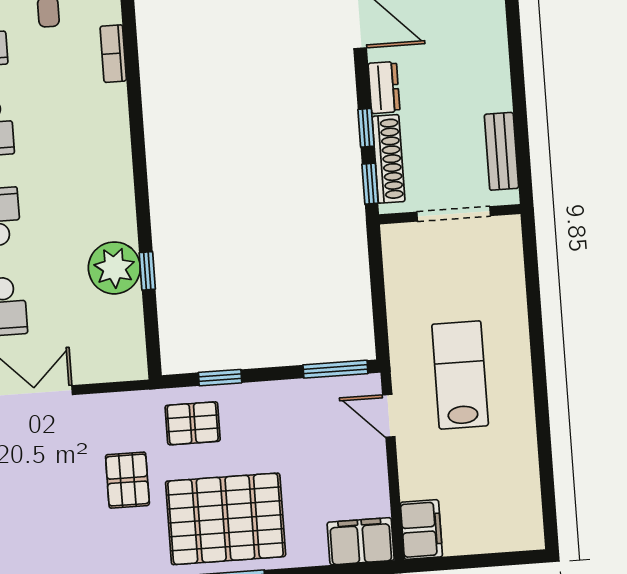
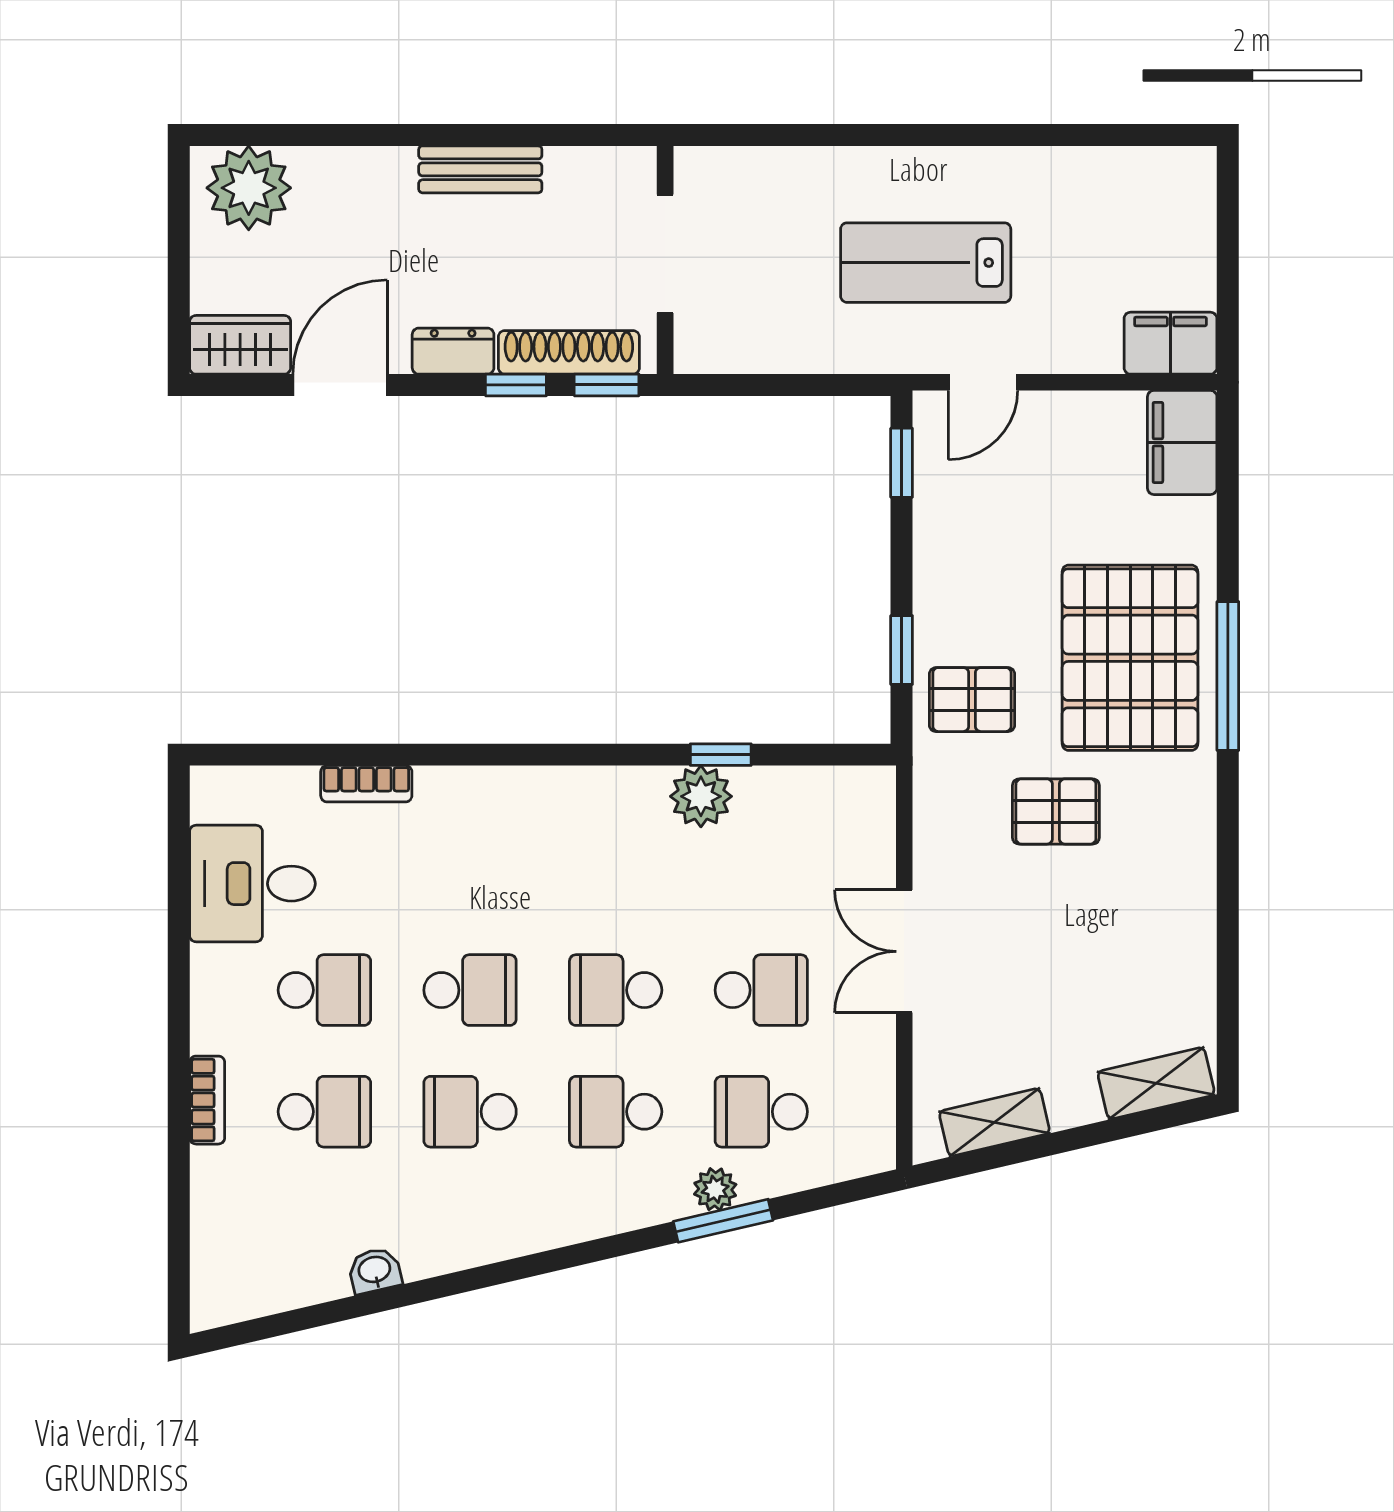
bench: (501, 151) -> (480, 169), moved
plant: (114, 268) -> (701, 796), width x0.73, depth x0.73
window: (335, 369) -> (902, 463), width x0.67
pallet: (193, 423) -> (972, 700), turned 90

